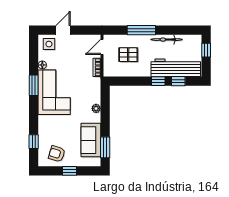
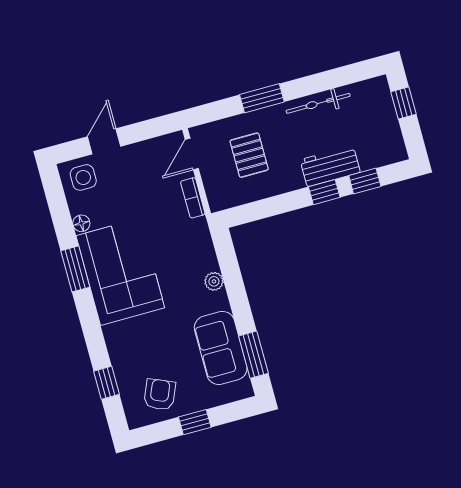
window: (141, 30) -> (262, 98), width x0.69
pallet: (128, 55) -> (249, 155), turned 90
workbench: (176, 68) -> (330, 166), width x0.53, depth x0.76
armchair: (57, 154) -> (160, 395), turned 96

